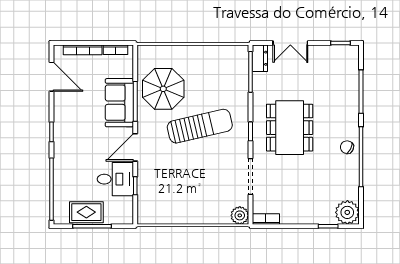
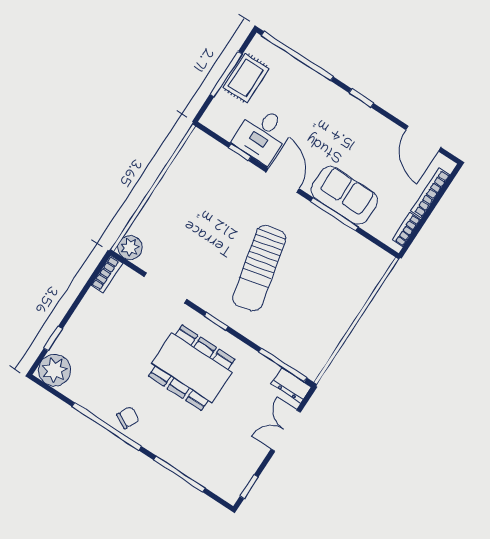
door: (52, 77) -> (423, 138), hinge flipped
parasol: (163, 89) -> (328, 255), removed

